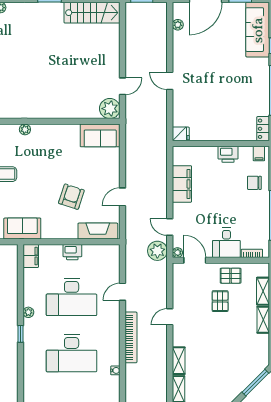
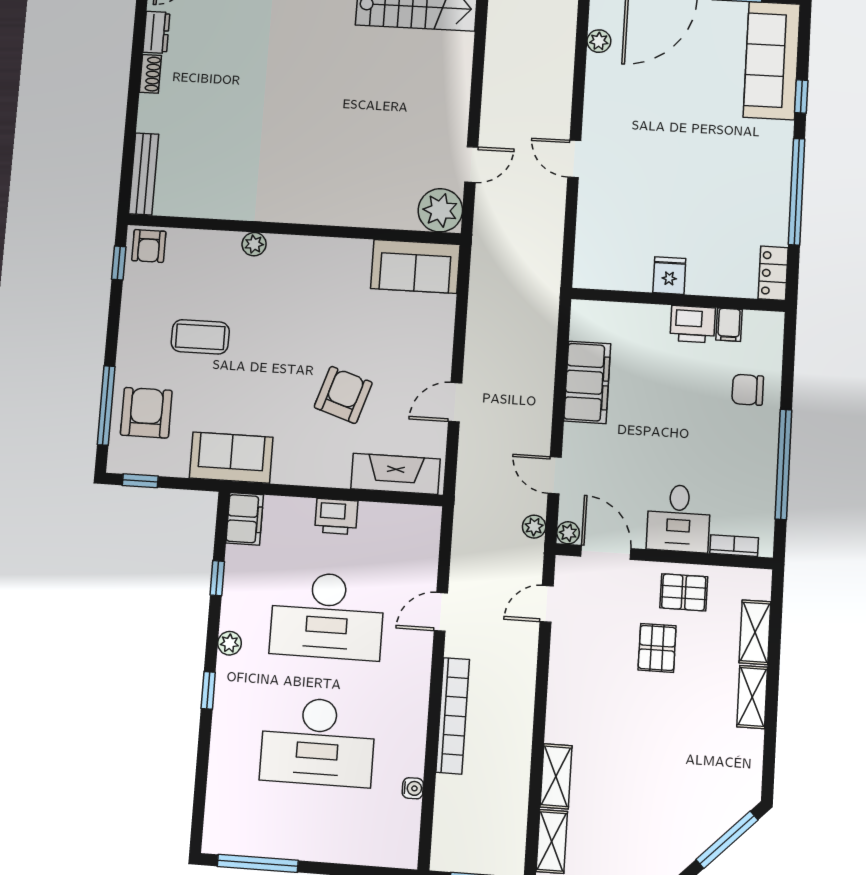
fridge: (181, 134) -> (669, 276), moved, turned -90
filing cabinet: (259, 154) -> (729, 325), moved
plant: (157, 251) -> (534, 527), width x0.53, depth x0.53
window: (20, 284) -> (217, 578), added
door: (170, 317) -> (547, 604), moved

